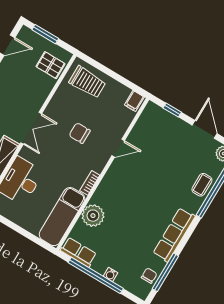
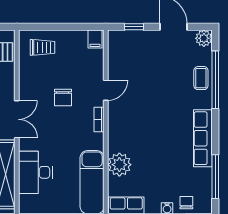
trolley: (87, 82) -> (42, 47), width x0.73, depth x0.72
chair: (80, 133) -> (63, 97), turned -90
bookcase: (90, 183) -> (99, 120), moved
chair: (149, 276) -> (186, 203), moved

